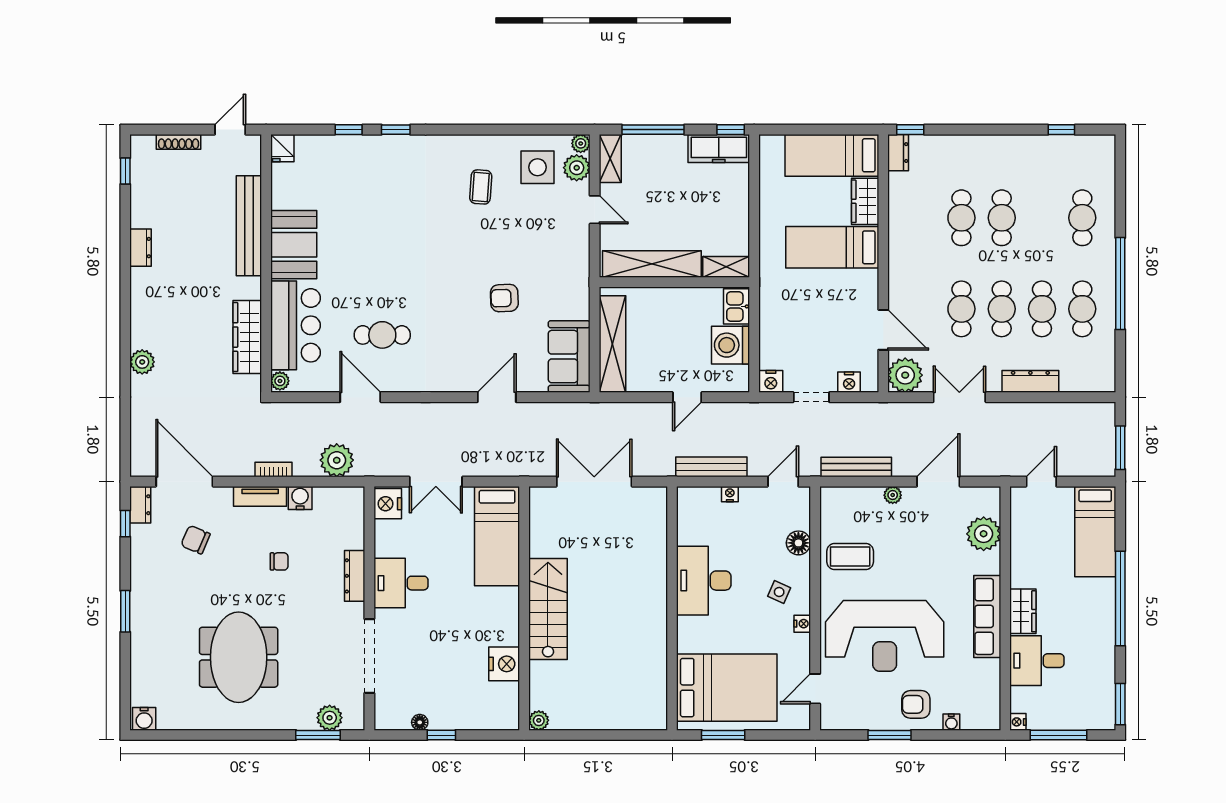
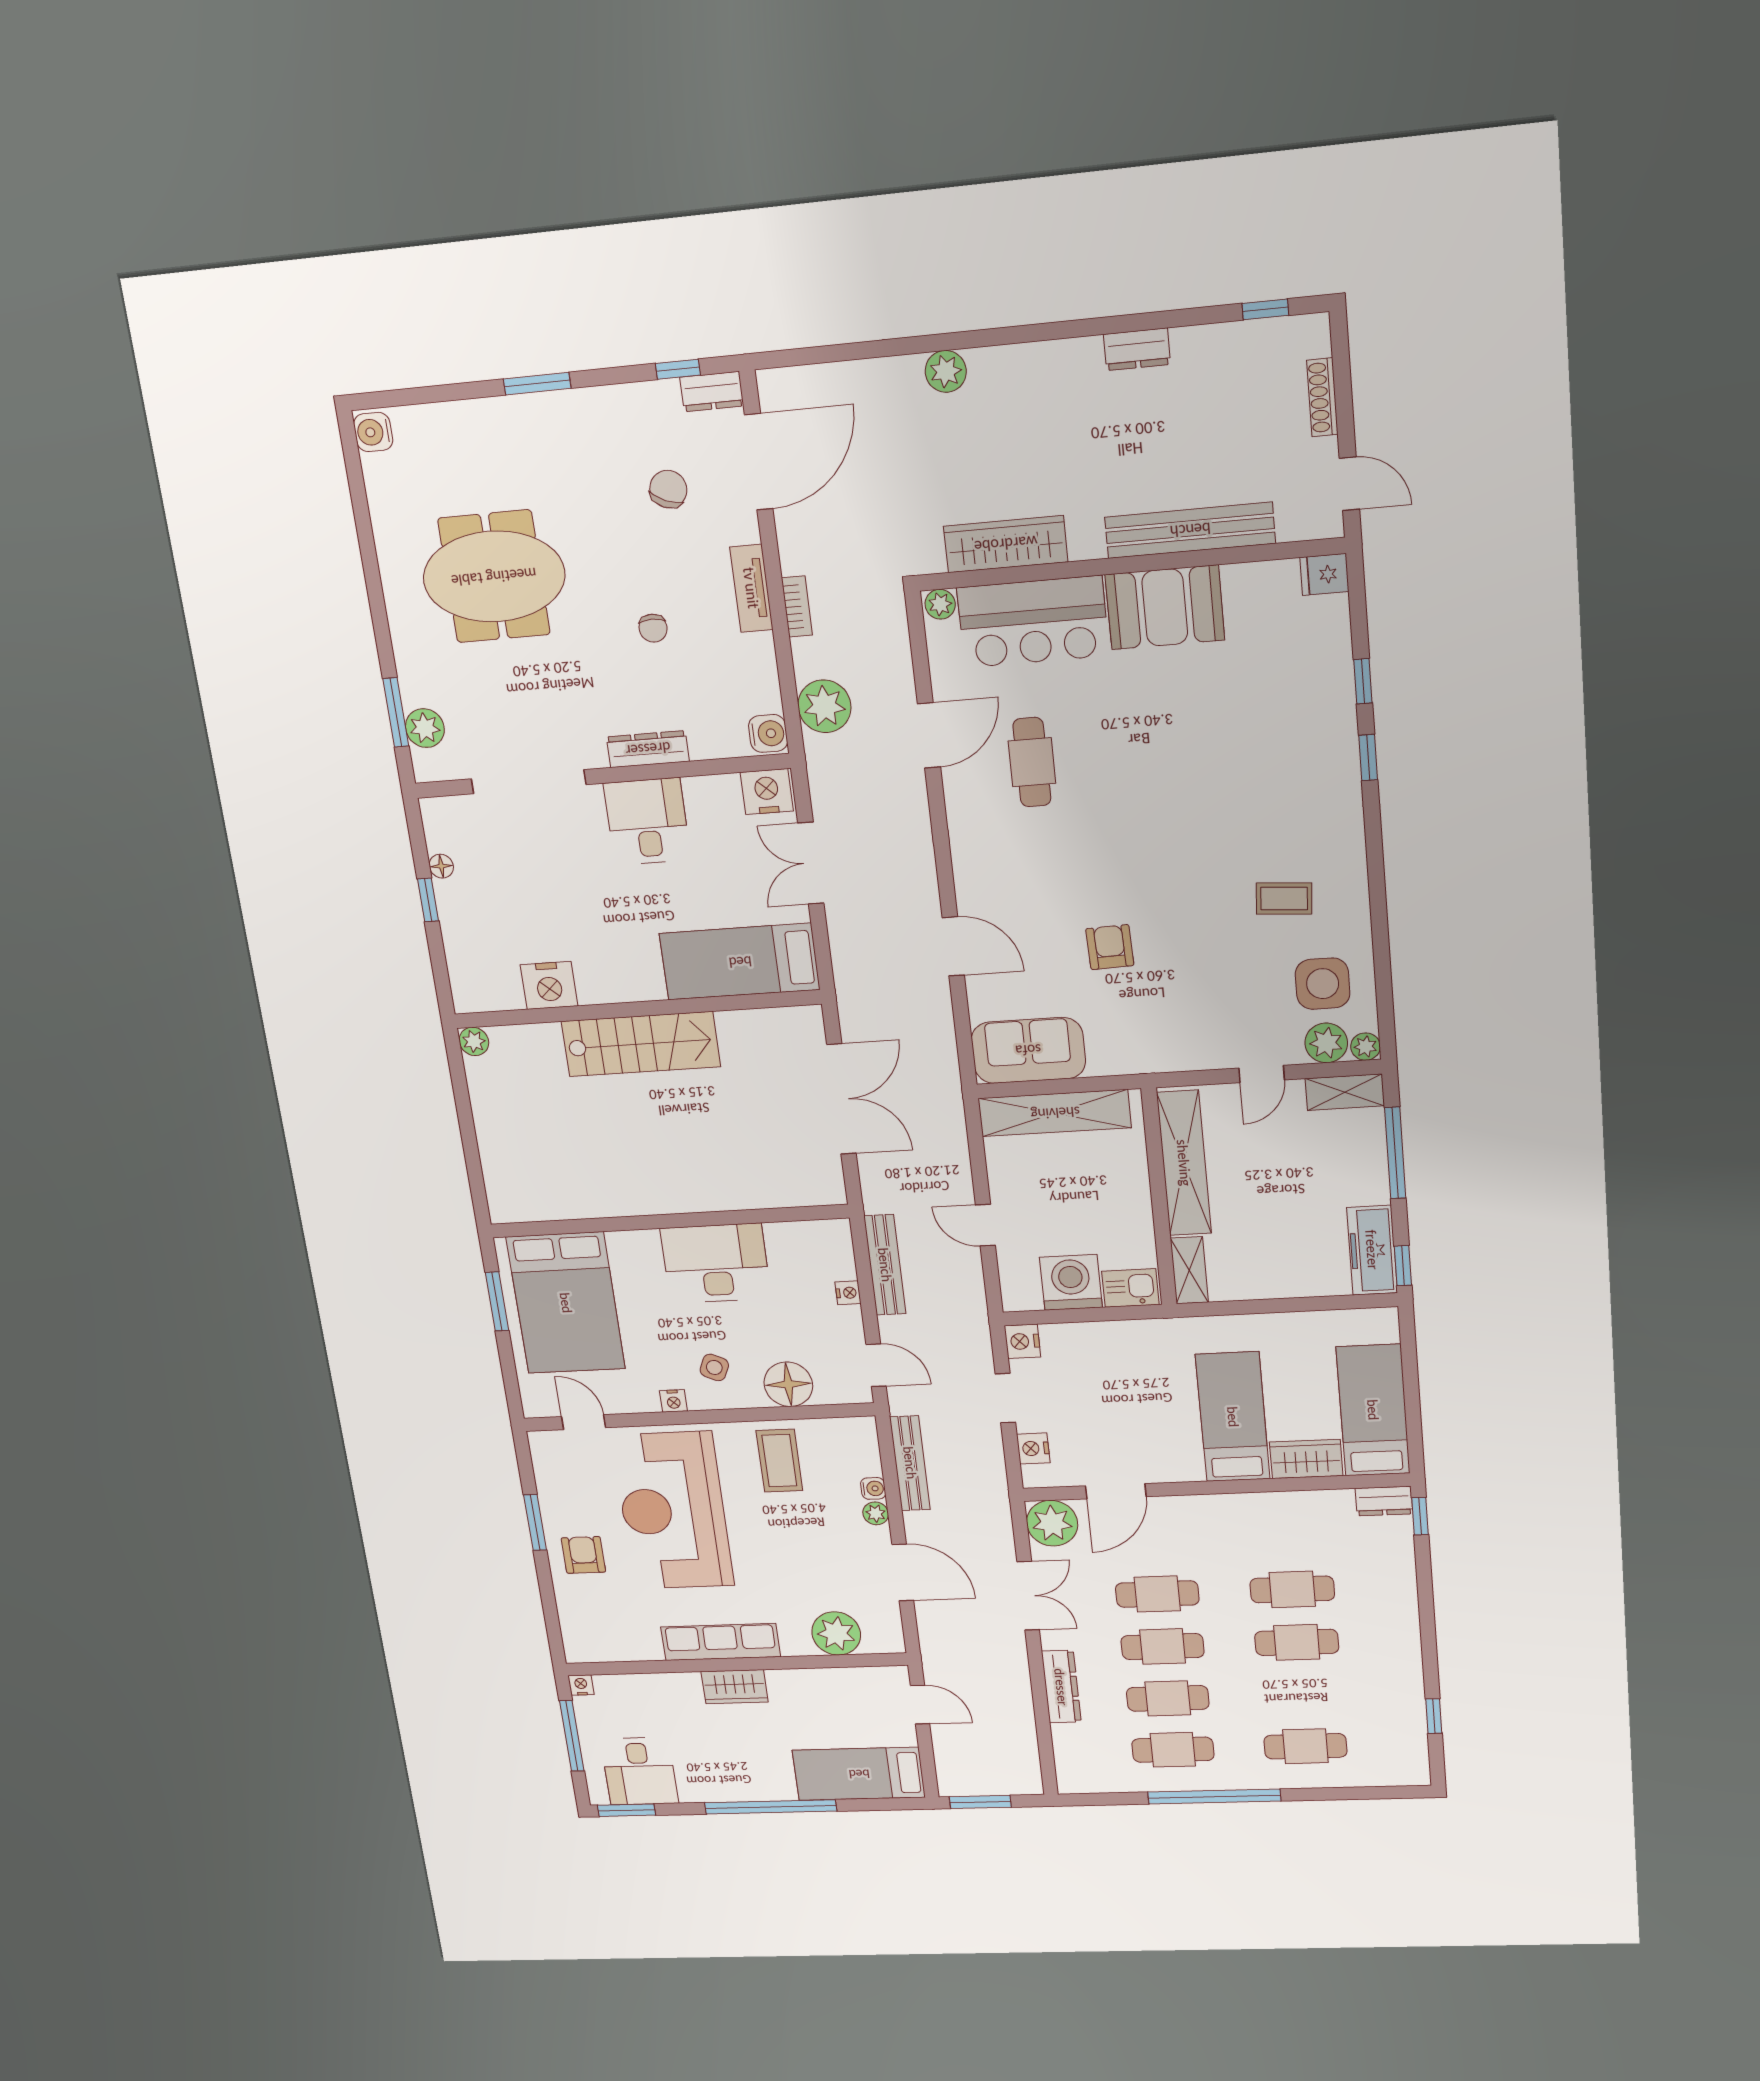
water cooler: (300, 498) -> (768, 734), moved
floor lamp: (798, 543) -> (788, 1384), width x1.38, depth x1.38
desk: (1037, 661) -> (639, 1771), moved, turned 180
water cooler: (951, 722) -> (873, 1488), moved, turned 180

